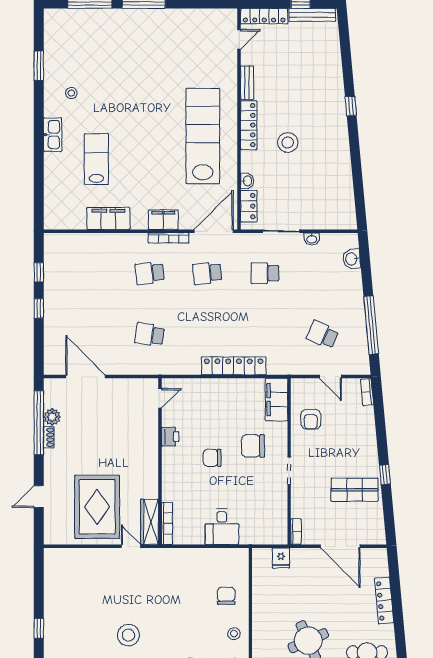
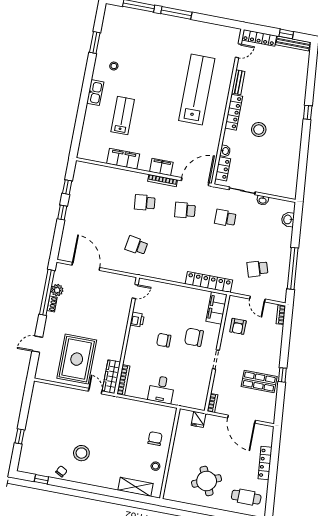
lab bench: (203, 136) -> (197, 90), moved
school desk: (323, 335) -> (257, 269), turned -42
locker: (234, 366) -> (209, 282), moved

